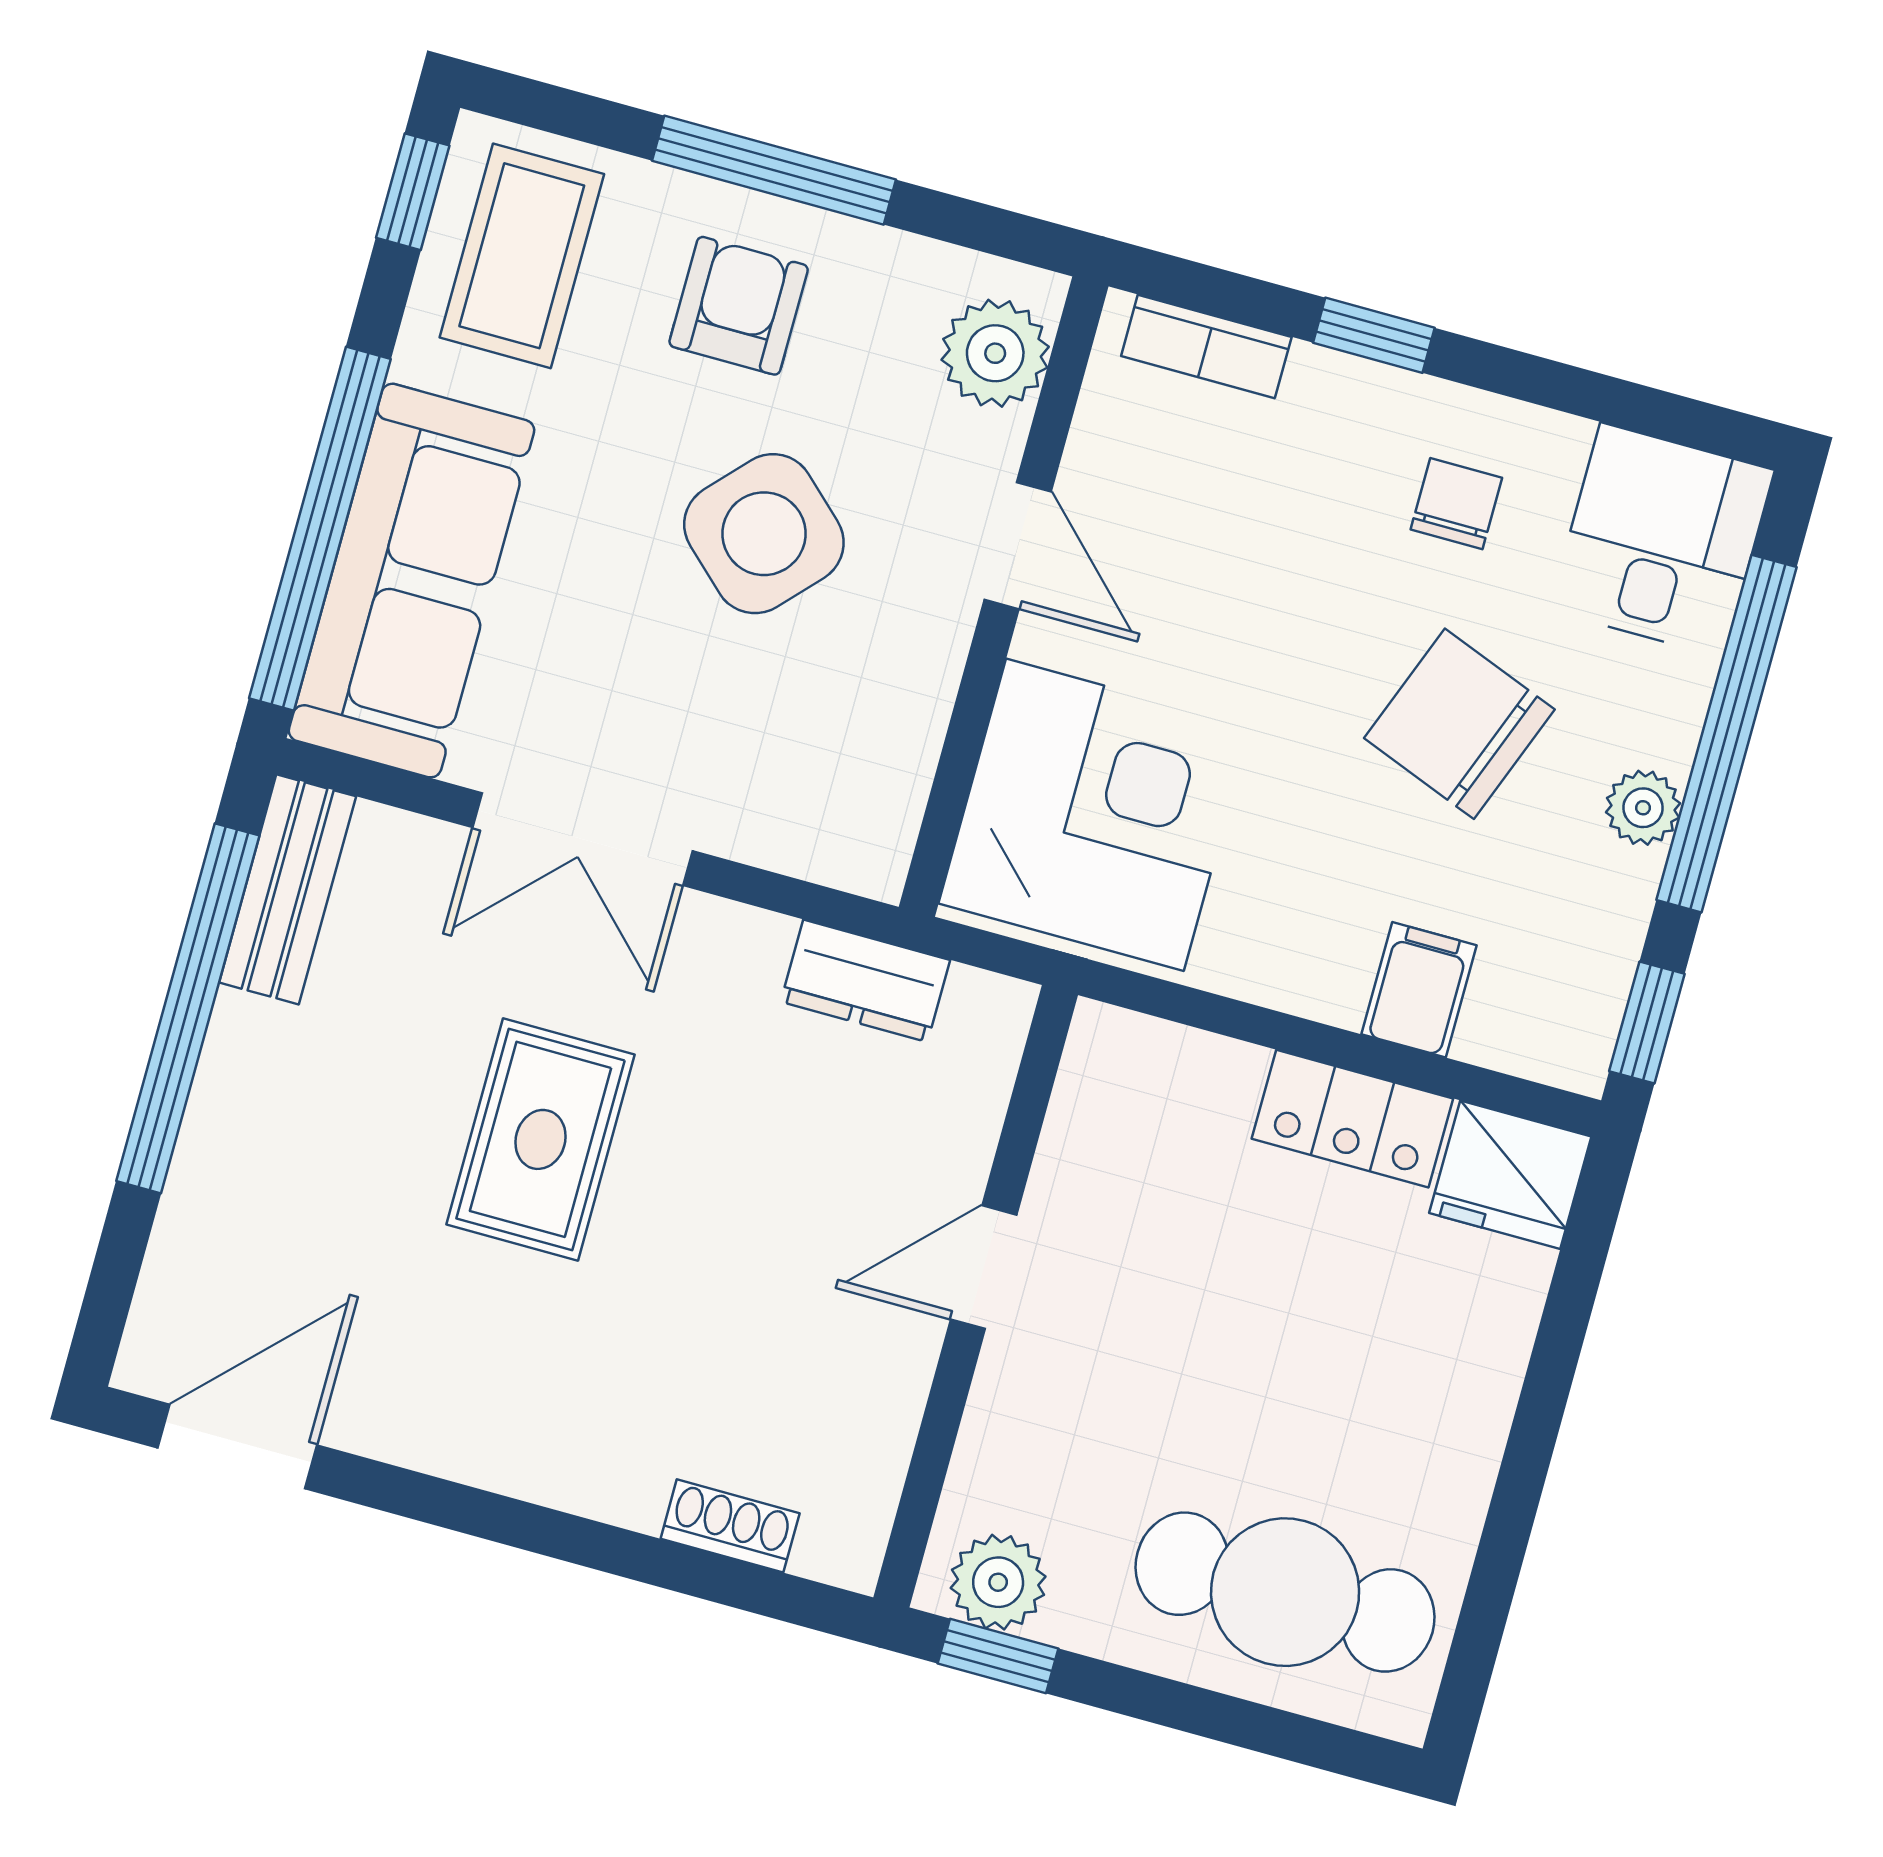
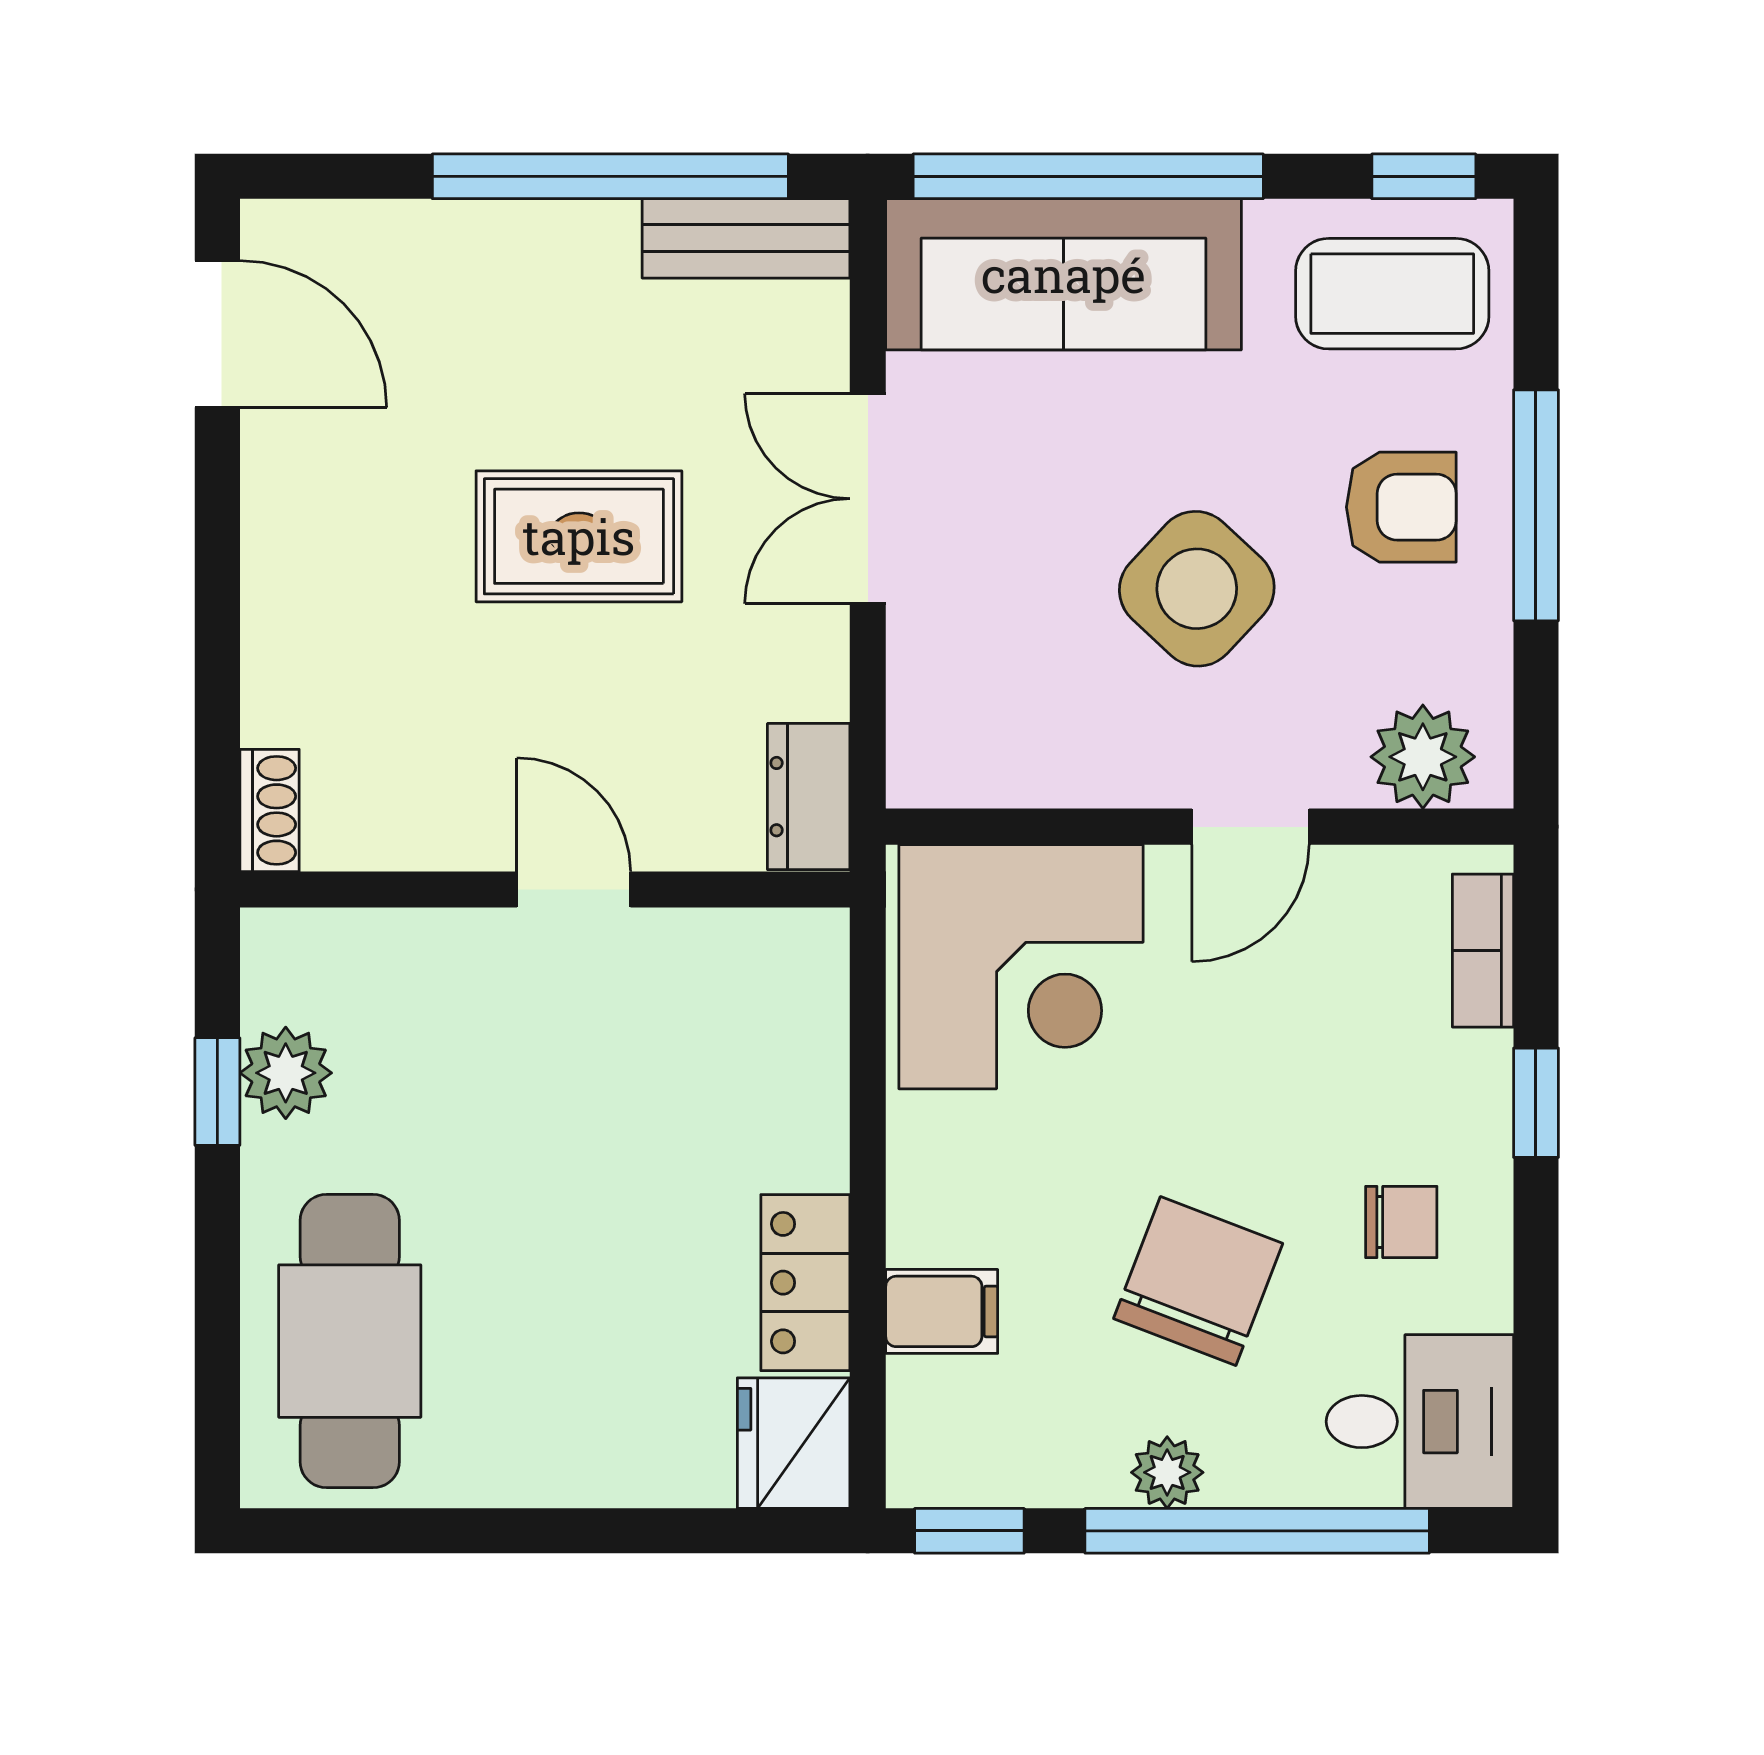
door: (984, 1267) -> (574, 889), moved
wall: (976, 1296) -> (545, 889), moved

